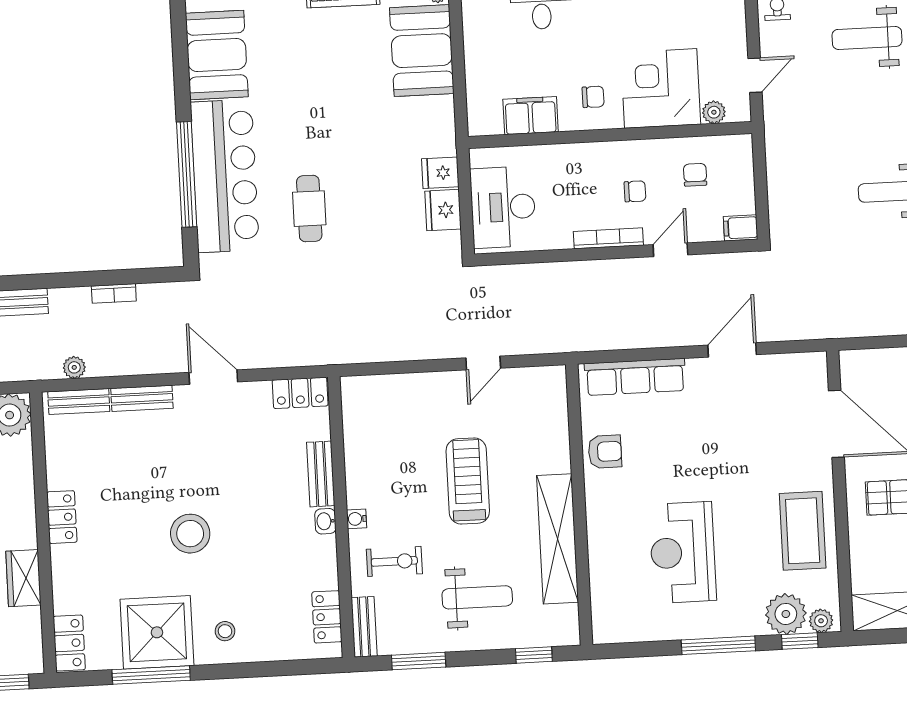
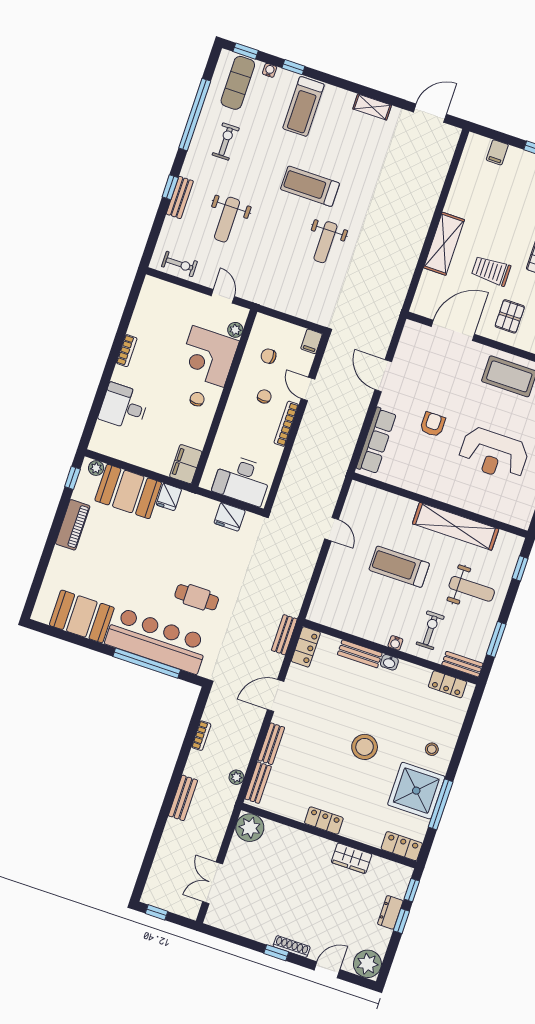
filing cabinet: (531, 116) -> (186, 464), moved
fridge: (440, 173) -> (169, 497), moved
bench: (305, 355) -> (284, 635), added
armchair: (605, 452) -> (433, 424), moved
weight bench: (477, 597) -> (472, 589), turned 90

